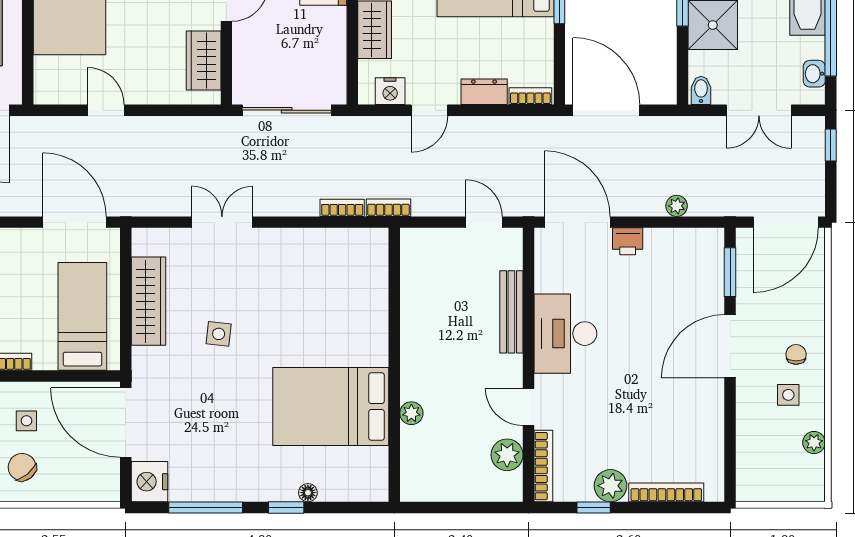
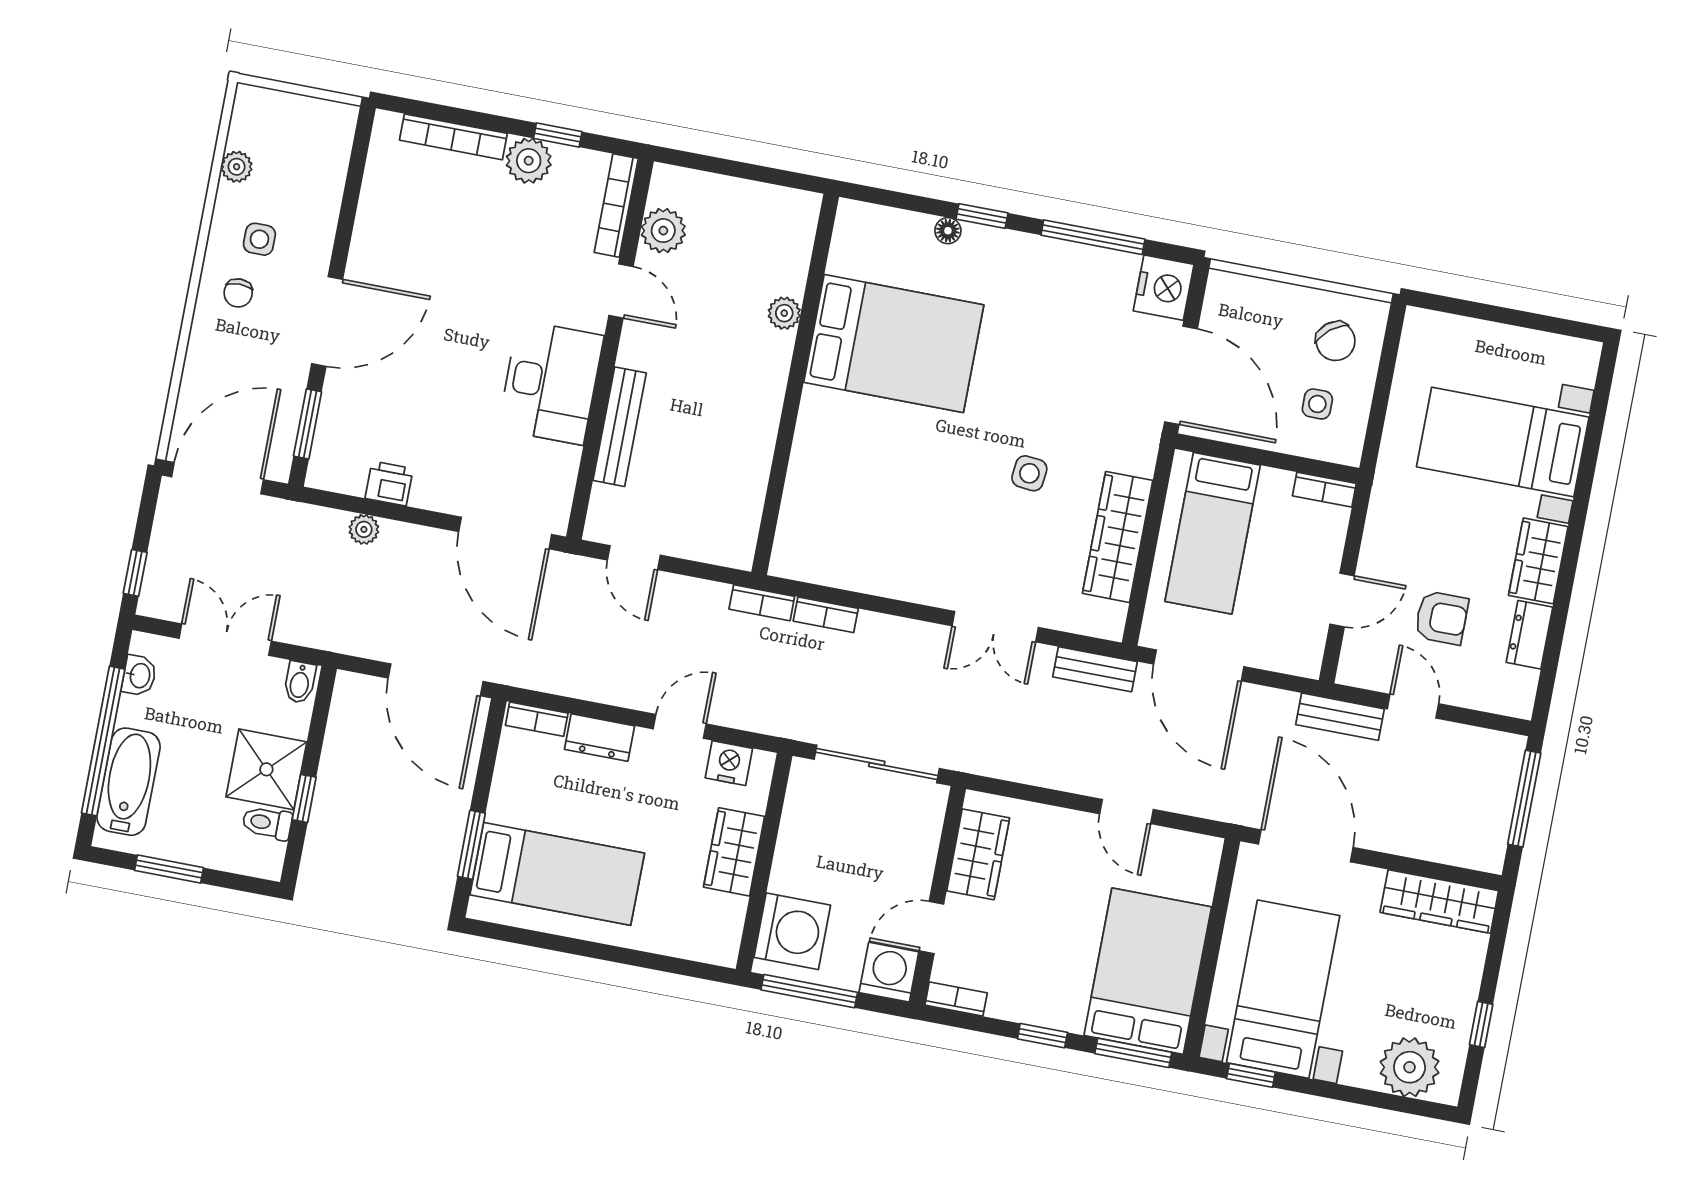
bench: (147, 206) -> (1095, 669), added
printer: (628, 241) -> (389, 483), moved

